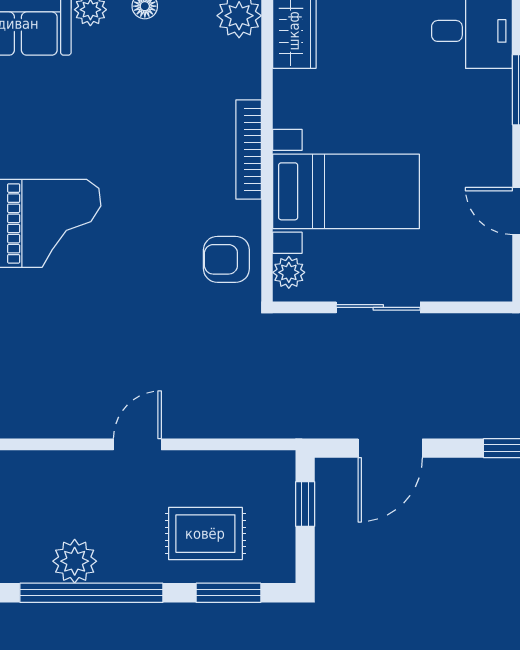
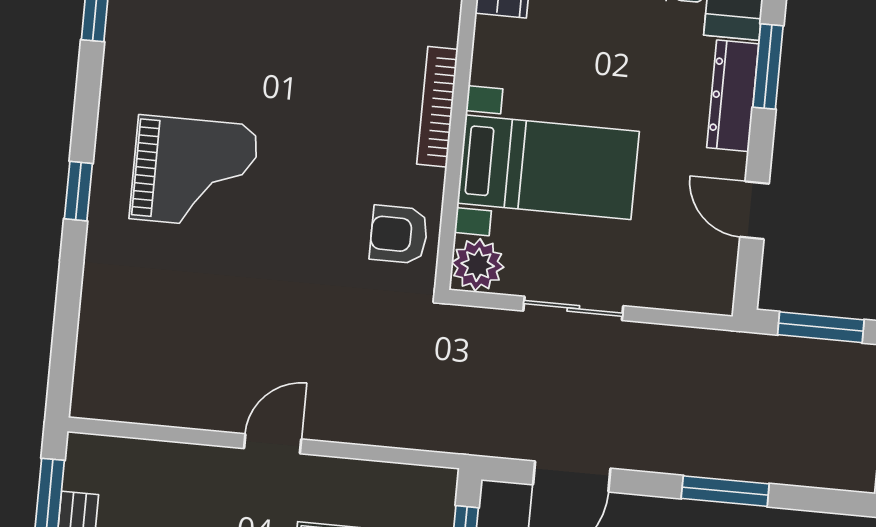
dresser: (495, 117) -> (733, 96), added
plant: (289, 272) -> (478, 265), width x1.38, depth x1.38

